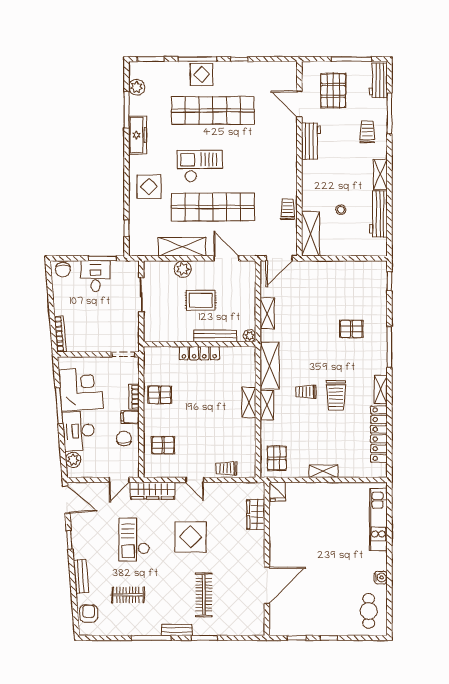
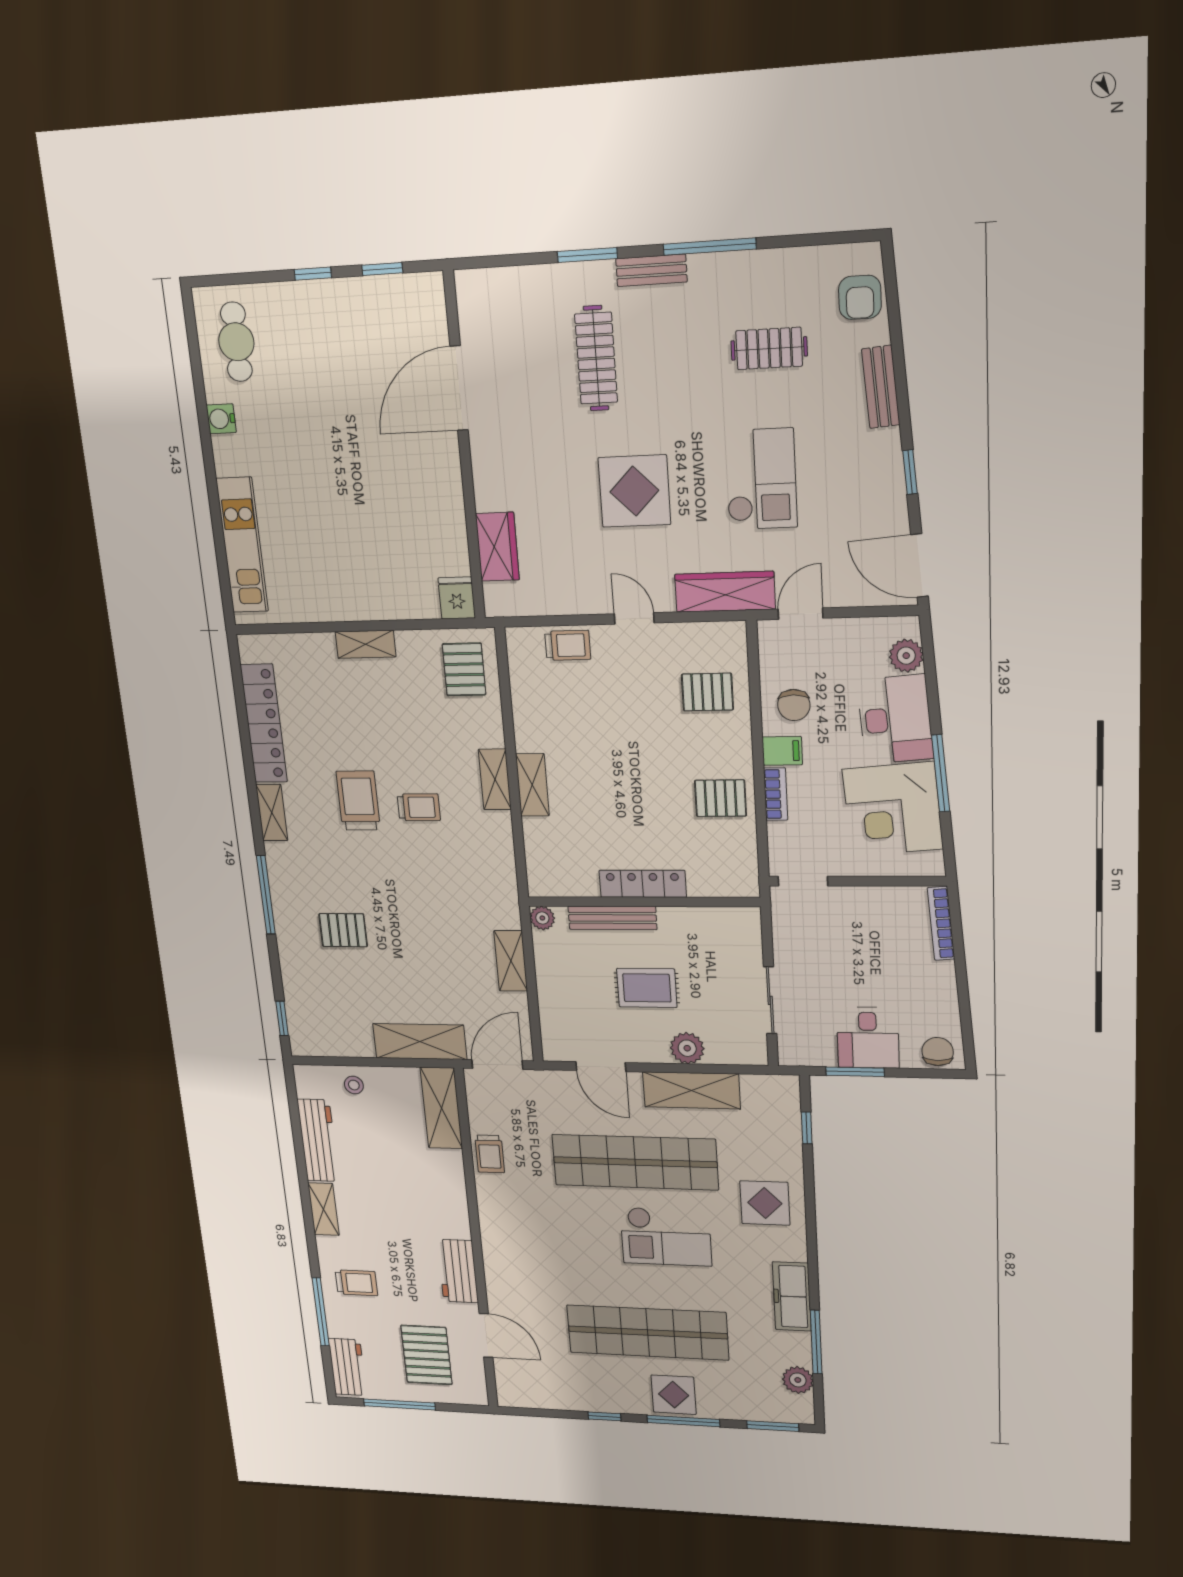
trolley: (367, 132) -> (356, 1283), turned -90
stool: (341, 210) -> (354, 1085), moved
shelving: (270, 366) -> (420, 1042), moved, turned 90

